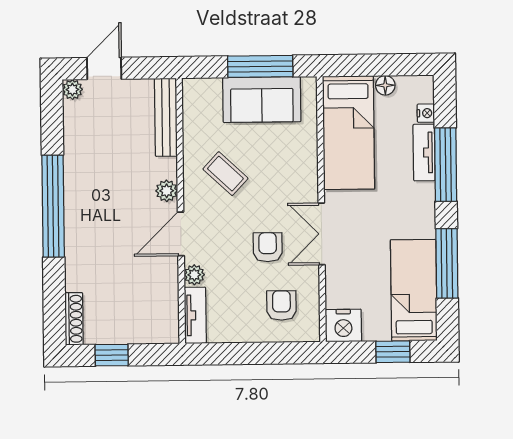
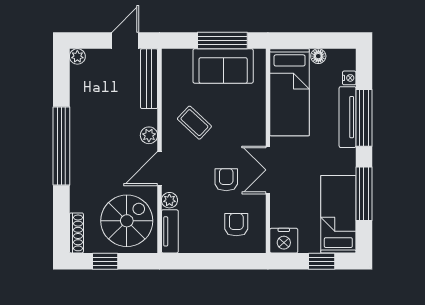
door: (104, 68) -> (125, 40), moved
tv unit: (424, 153) -> (348, 117), width x1.41
spiral stairs: (139, 302) -> (127, 221), added

